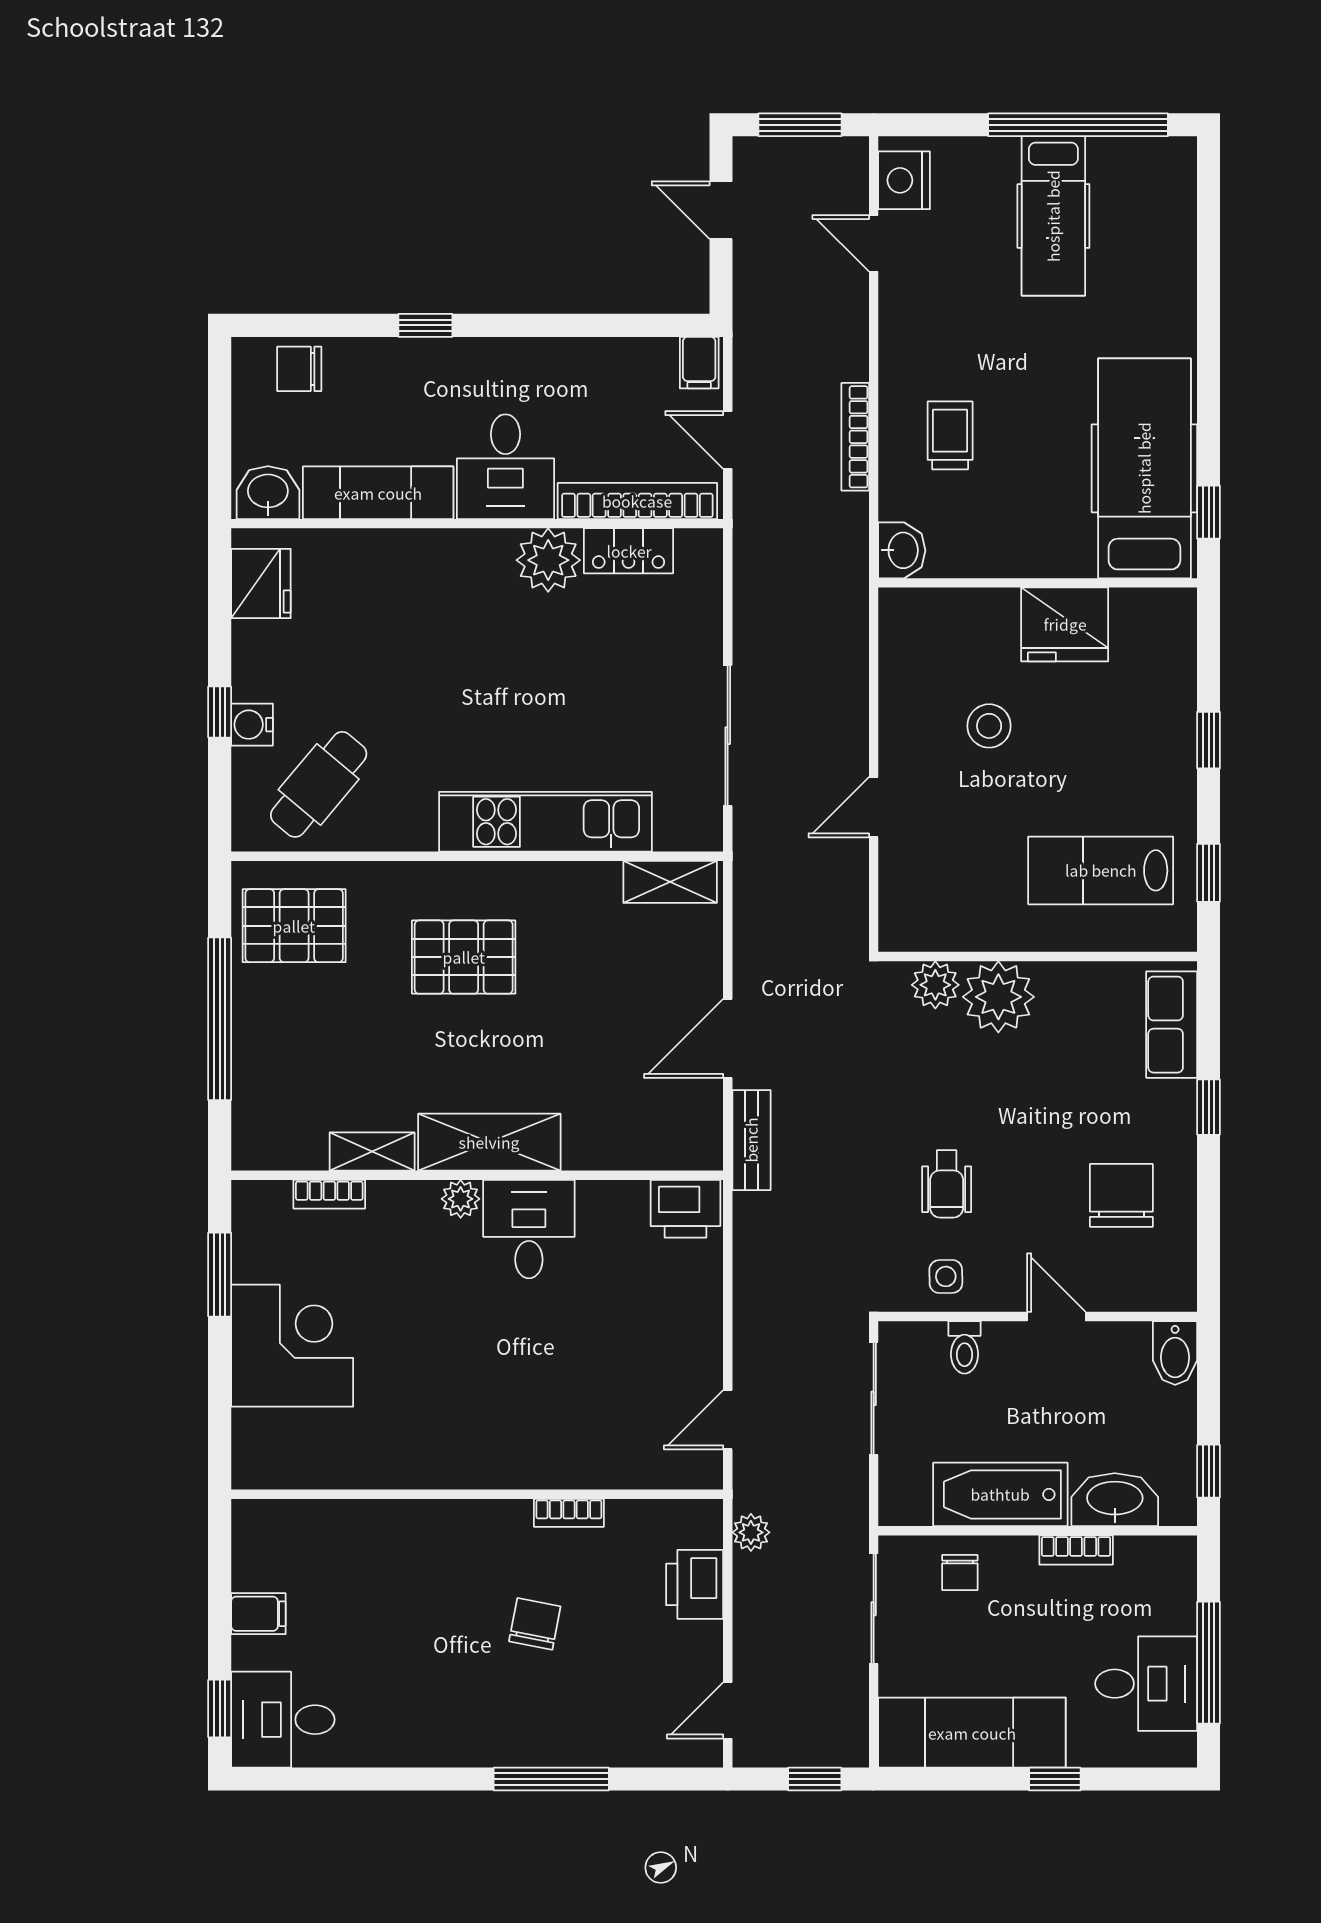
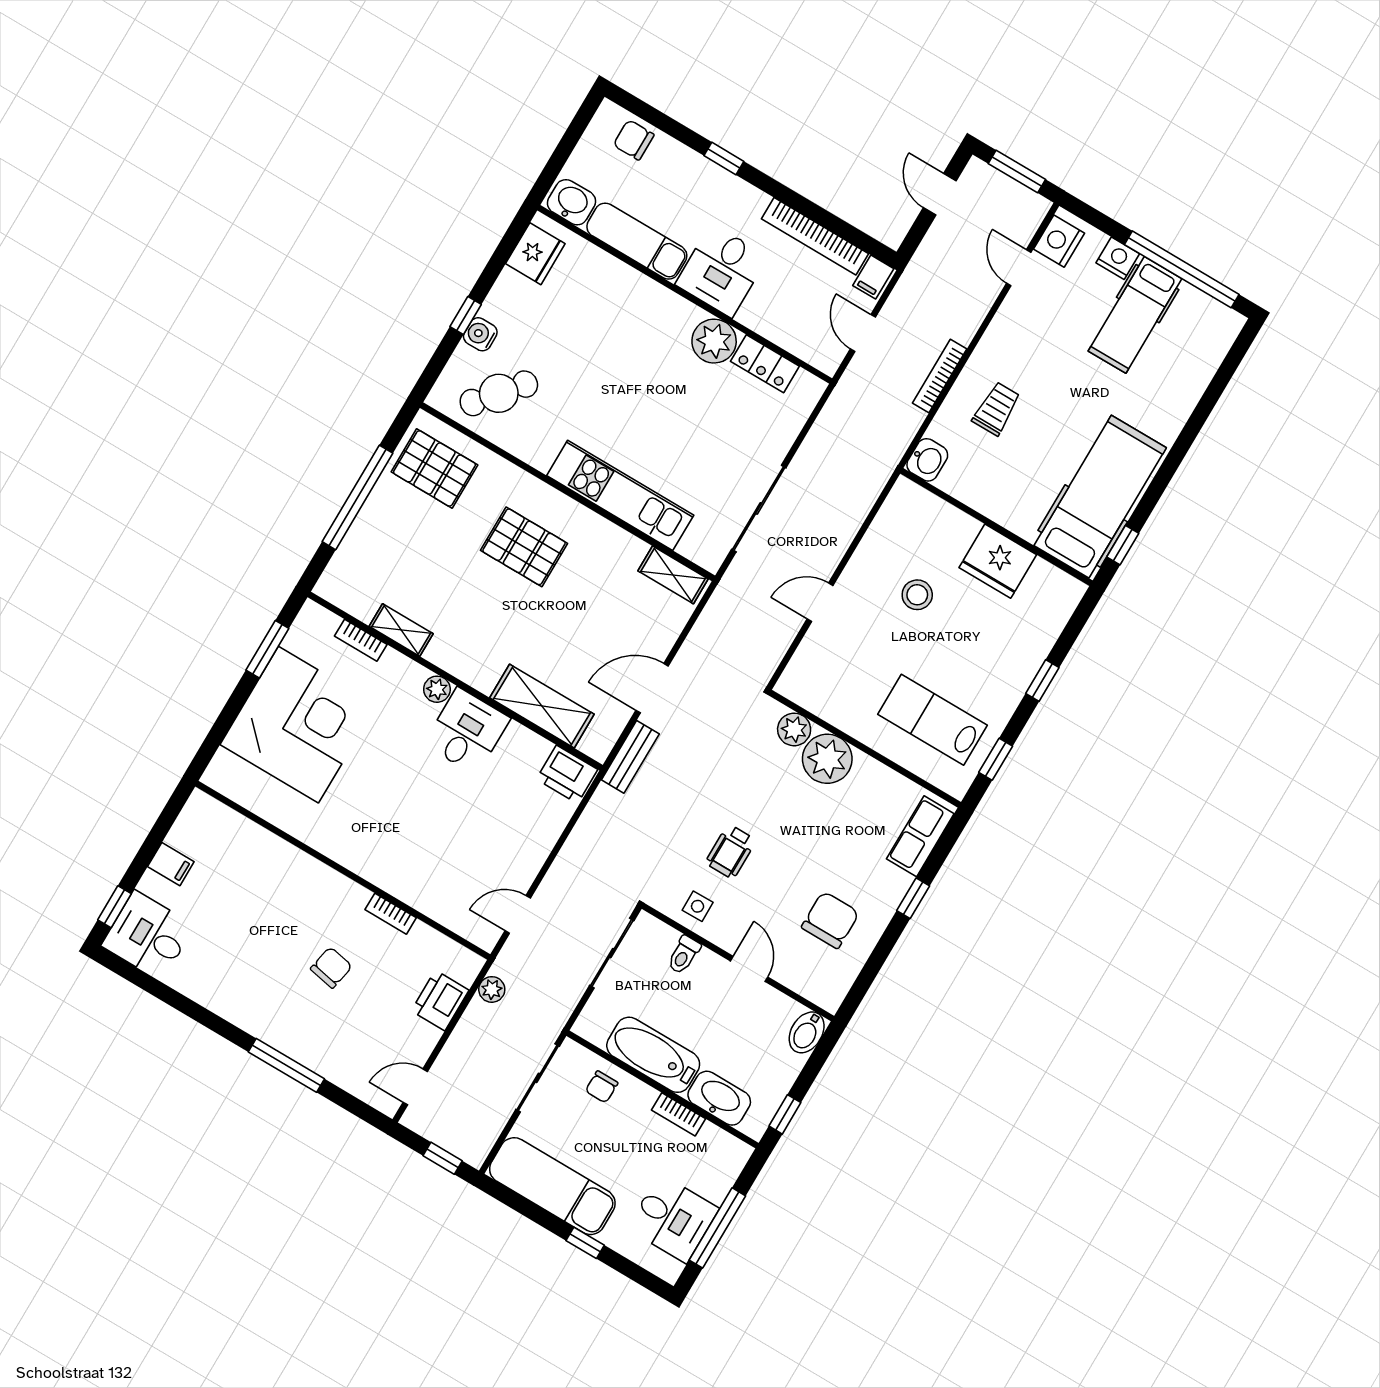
nightstand: (990, 158) -> (1118, 258), added
bookcase: (637, 501) -> (815, 236), moved, turned 180
shelving: (489, 1142) -> (542, 706), moved
corner desk: (292, 1346) -> (298, 725), width x1.36, depth x1.36

